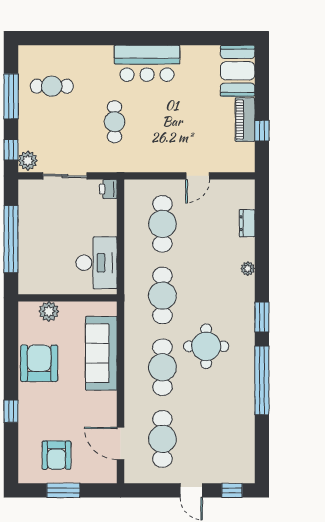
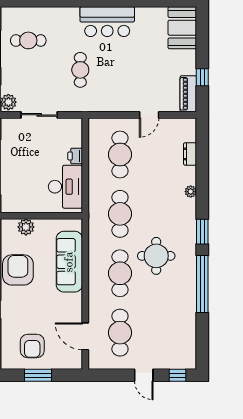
piano: (245, 120) -> (188, 94), moved
printer: (108, 189) -> (75, 156), moved

